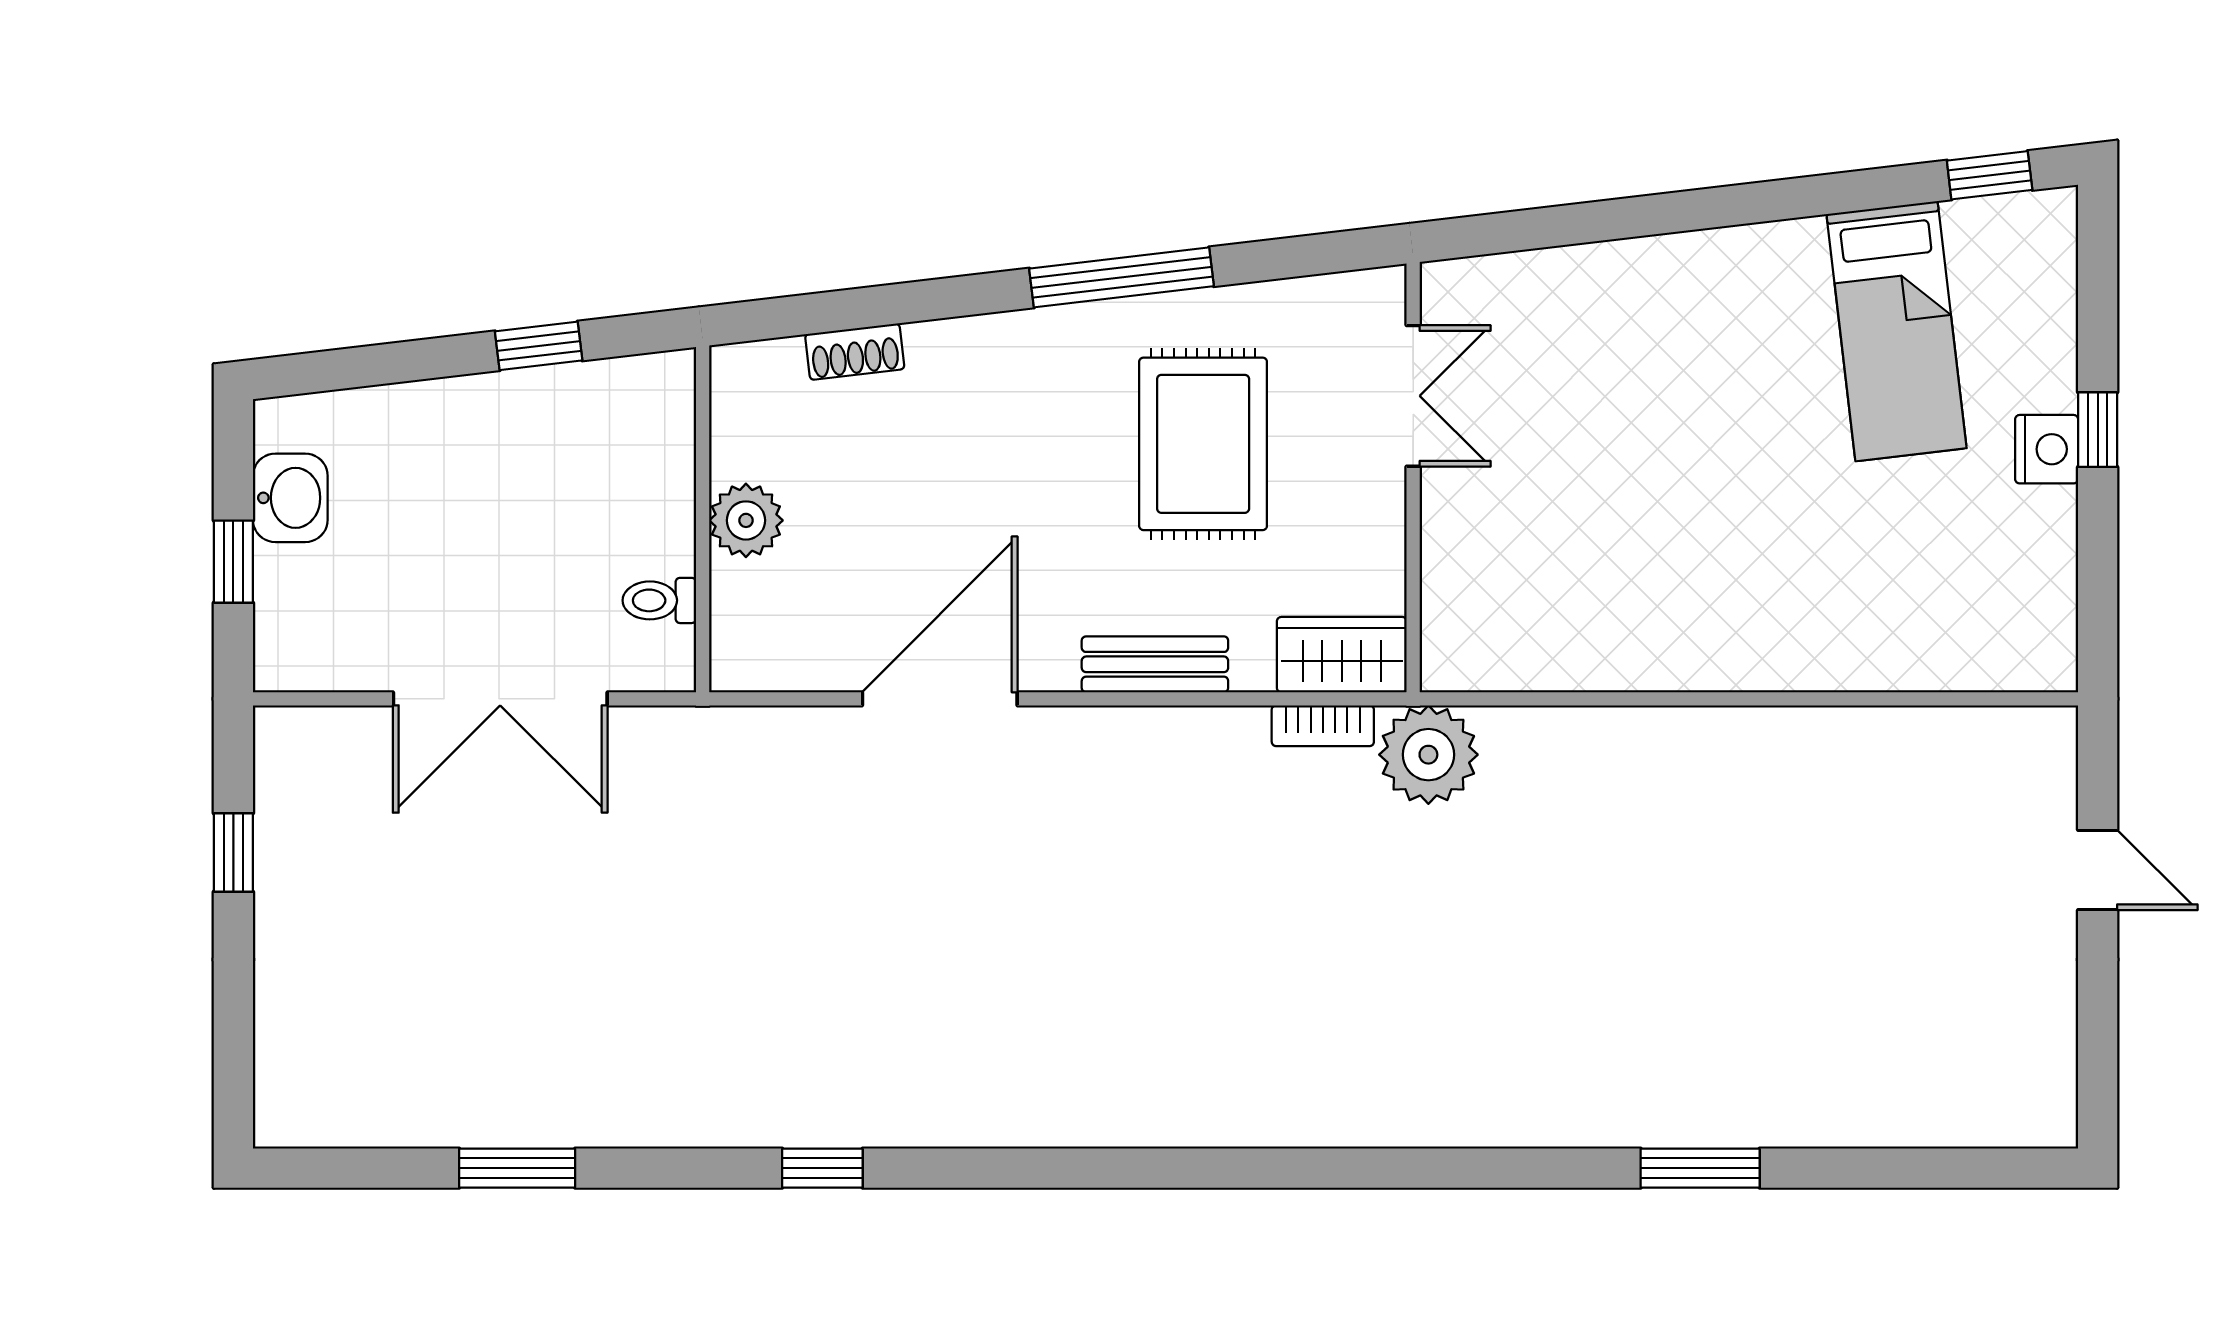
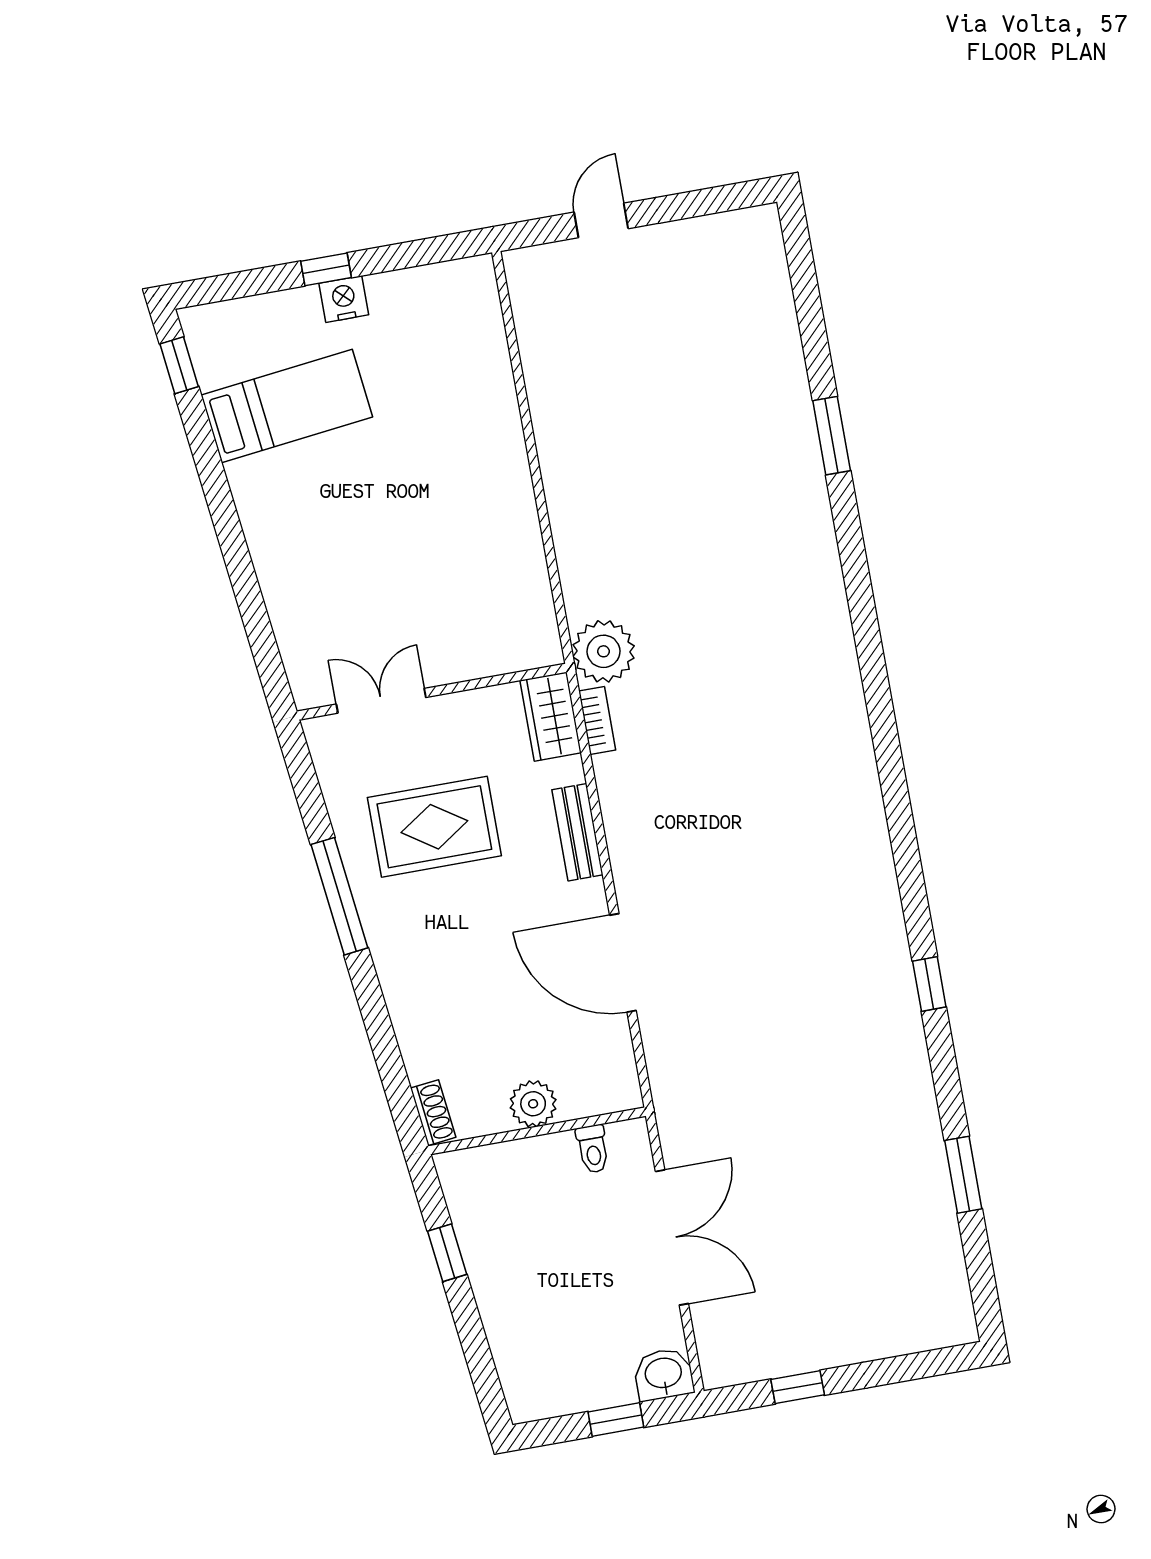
shoe rack: (855, 352) -> (433, 1113), moved
washbasin: (290, 498) -> (664, 1374), moved

